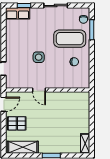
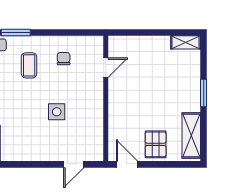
coffee table: (70, 39) -> (29, 65), width x0.54, depth x0.58
door: (39, 90) -> (106, 68), moved

